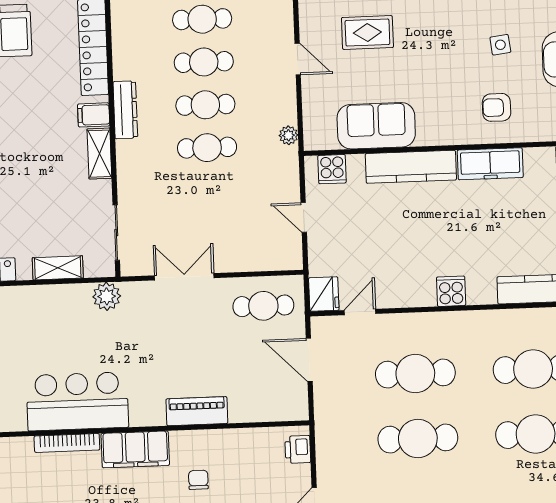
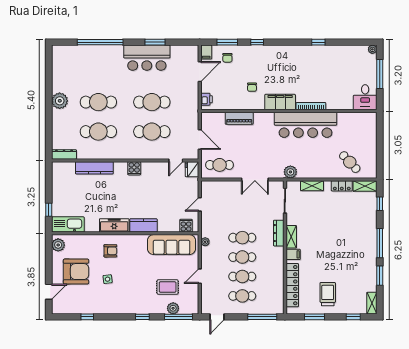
door: (298, 59) -> (200, 276), hinge flipped
dresser: (125, 110) -> (279, 233), moved
sofa: (376, 126) -> (172, 245), width x1.36
kitchen counter: (411, 167) -> (143, 225), width x0.67
door: (304, 217) -> (200, 204), swing flipped
bar counter: (77, 401) -> (306, 125), width x1.36
piano: (197, 411) -> (239, 118), moved

